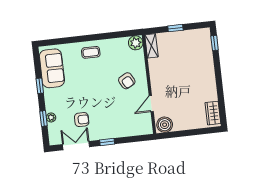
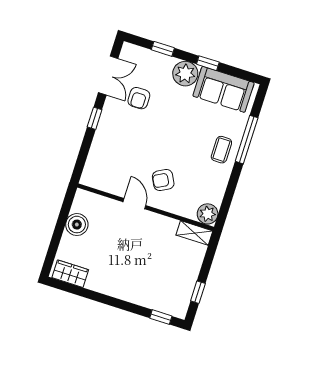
window: (175, 28) -> (198, 292), moved
window: (77, 39) -> (247, 140), added
door: (151, 104) -> (134, 204), moved
plant: (51, 117) -> (185, 74), moved, width x1.88, depth x1.88
boiler: (165, 125) -> (77, 225), moved

